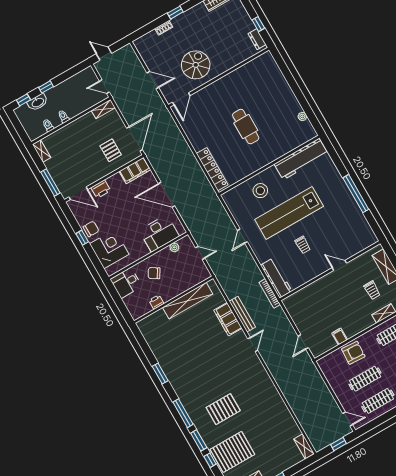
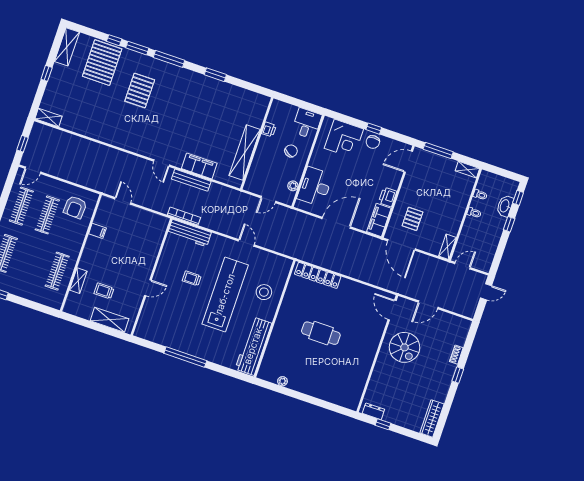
pallet: (111, 150) -> (412, 219), turned 90
printer: (101, 189) -> (388, 197), moved
armchair: (353, 353) -> (75, 207), moved

